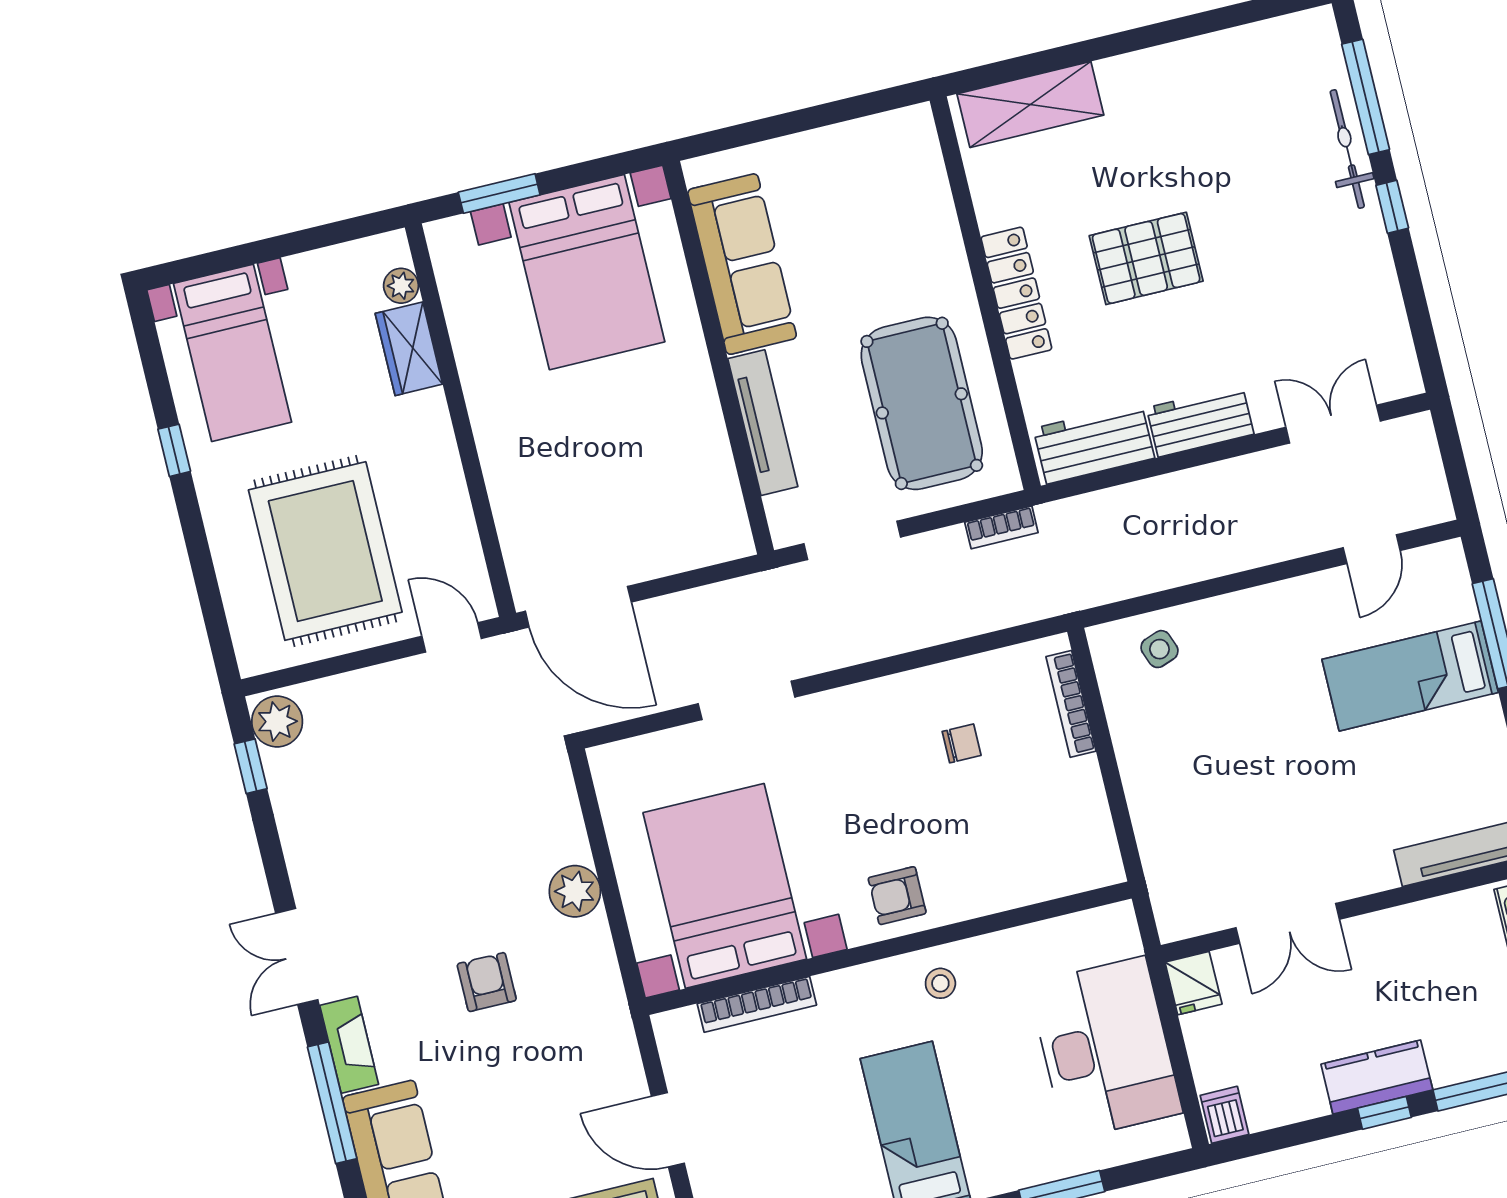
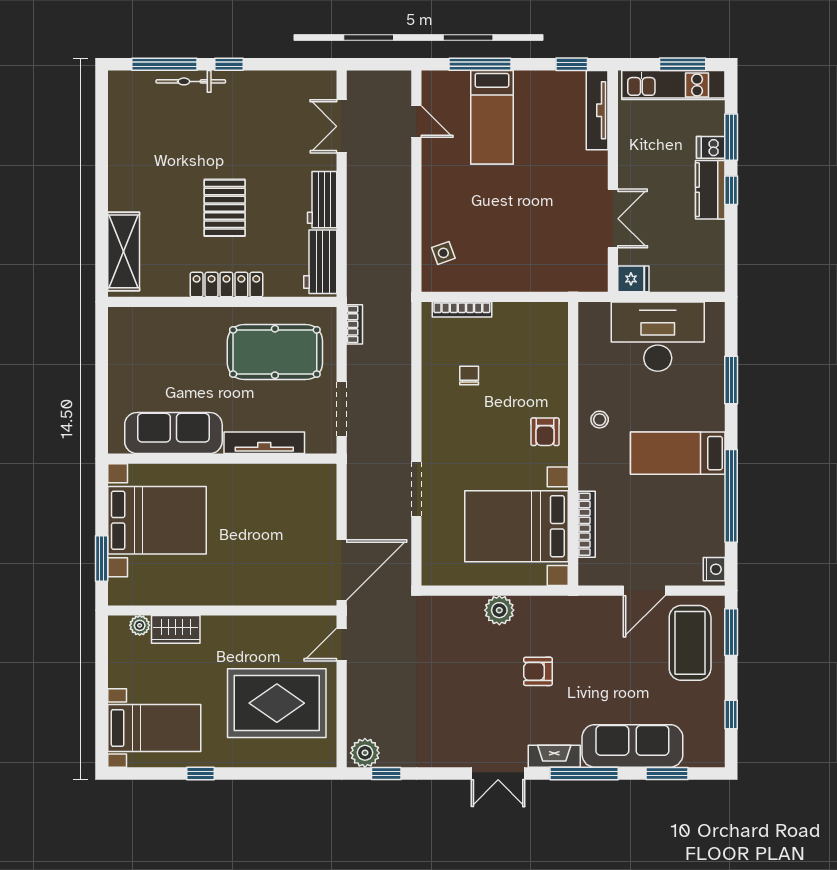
dishwasher: (1225, 1115) -> (711, 147), moved

